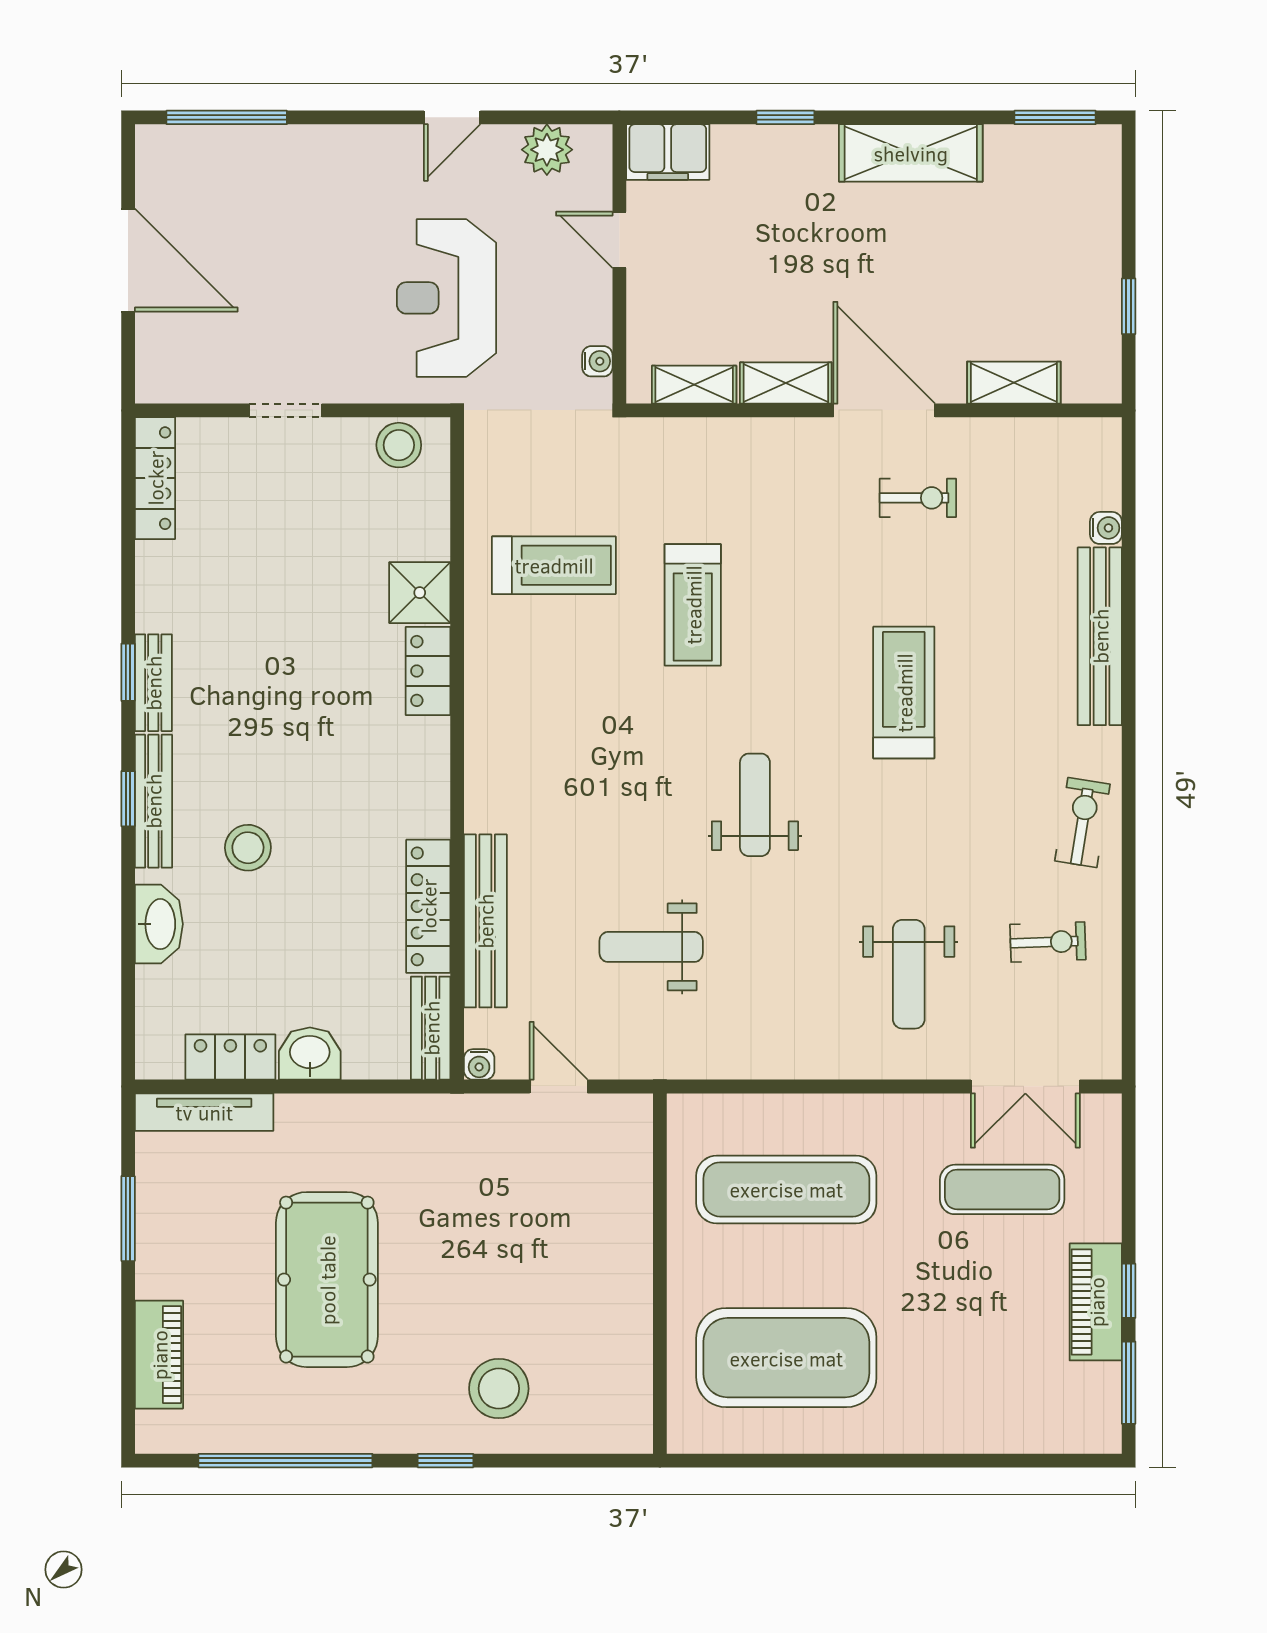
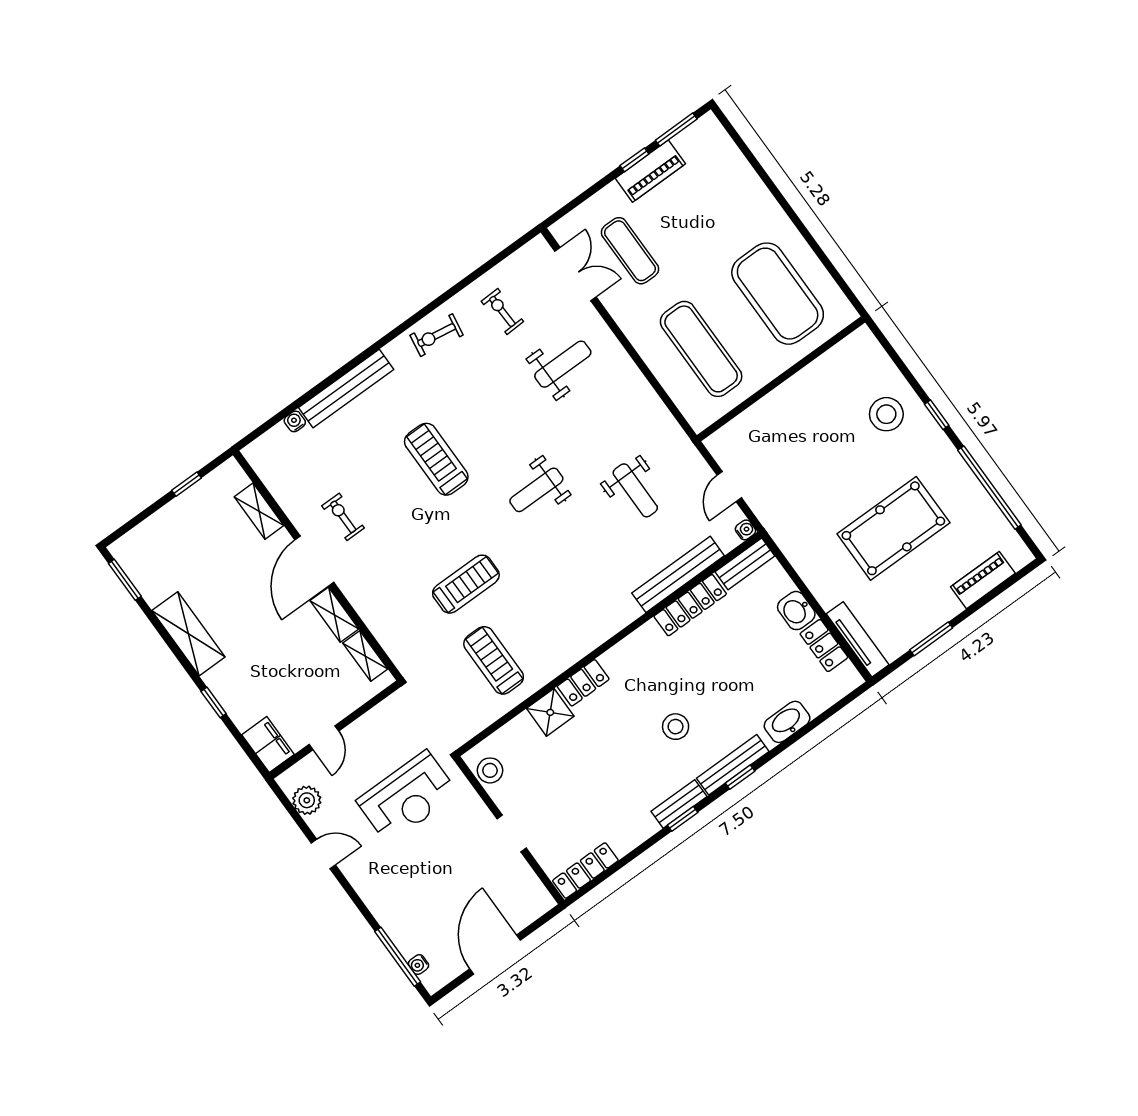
water cooler: (597, 361) -> (419, 965), moved, turned -90
treadmill: (904, 693) -> (436, 459), turned 90
stool: (248, 848) -> (676, 727), moved

